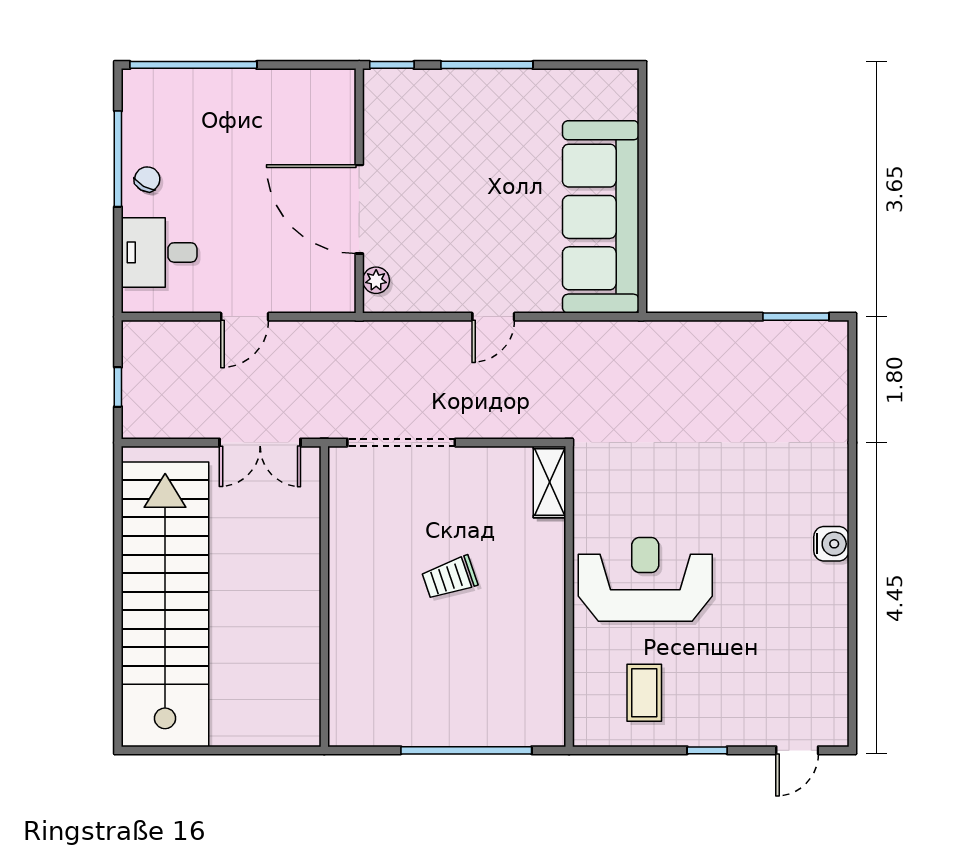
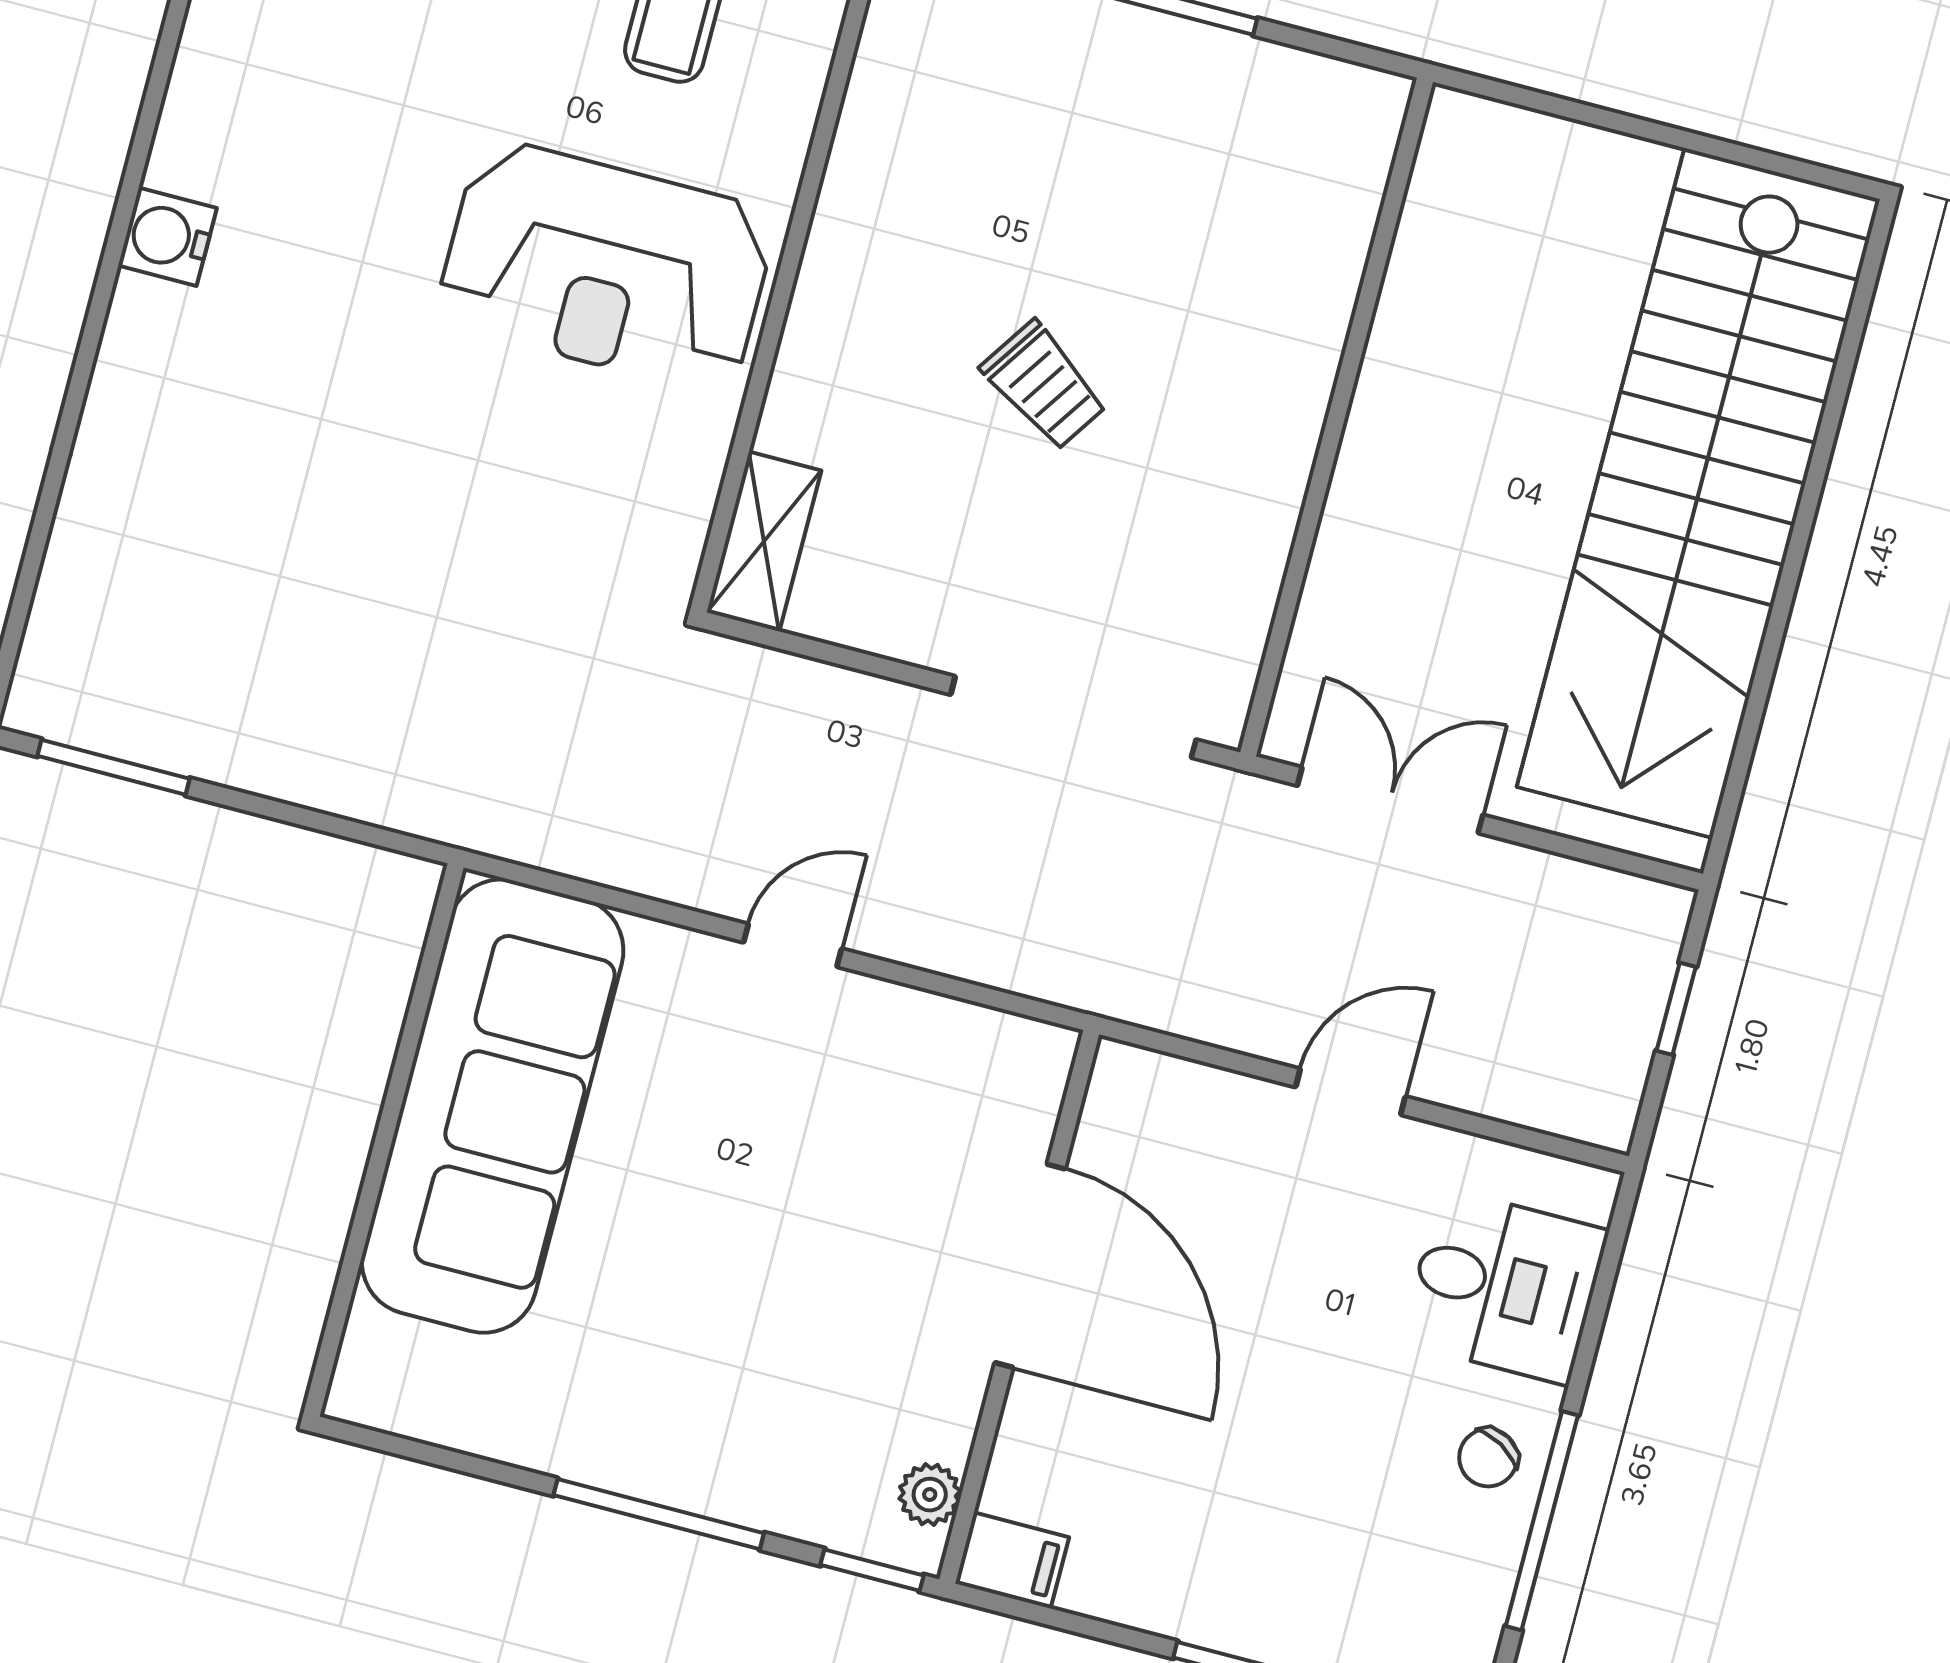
filing cabinet: (335, 84) -> (1012, 1560), added
plant: (376, 280) -> (930, 1495), moved
trolley: (450, 578) -> (1044, 385), turned 53

